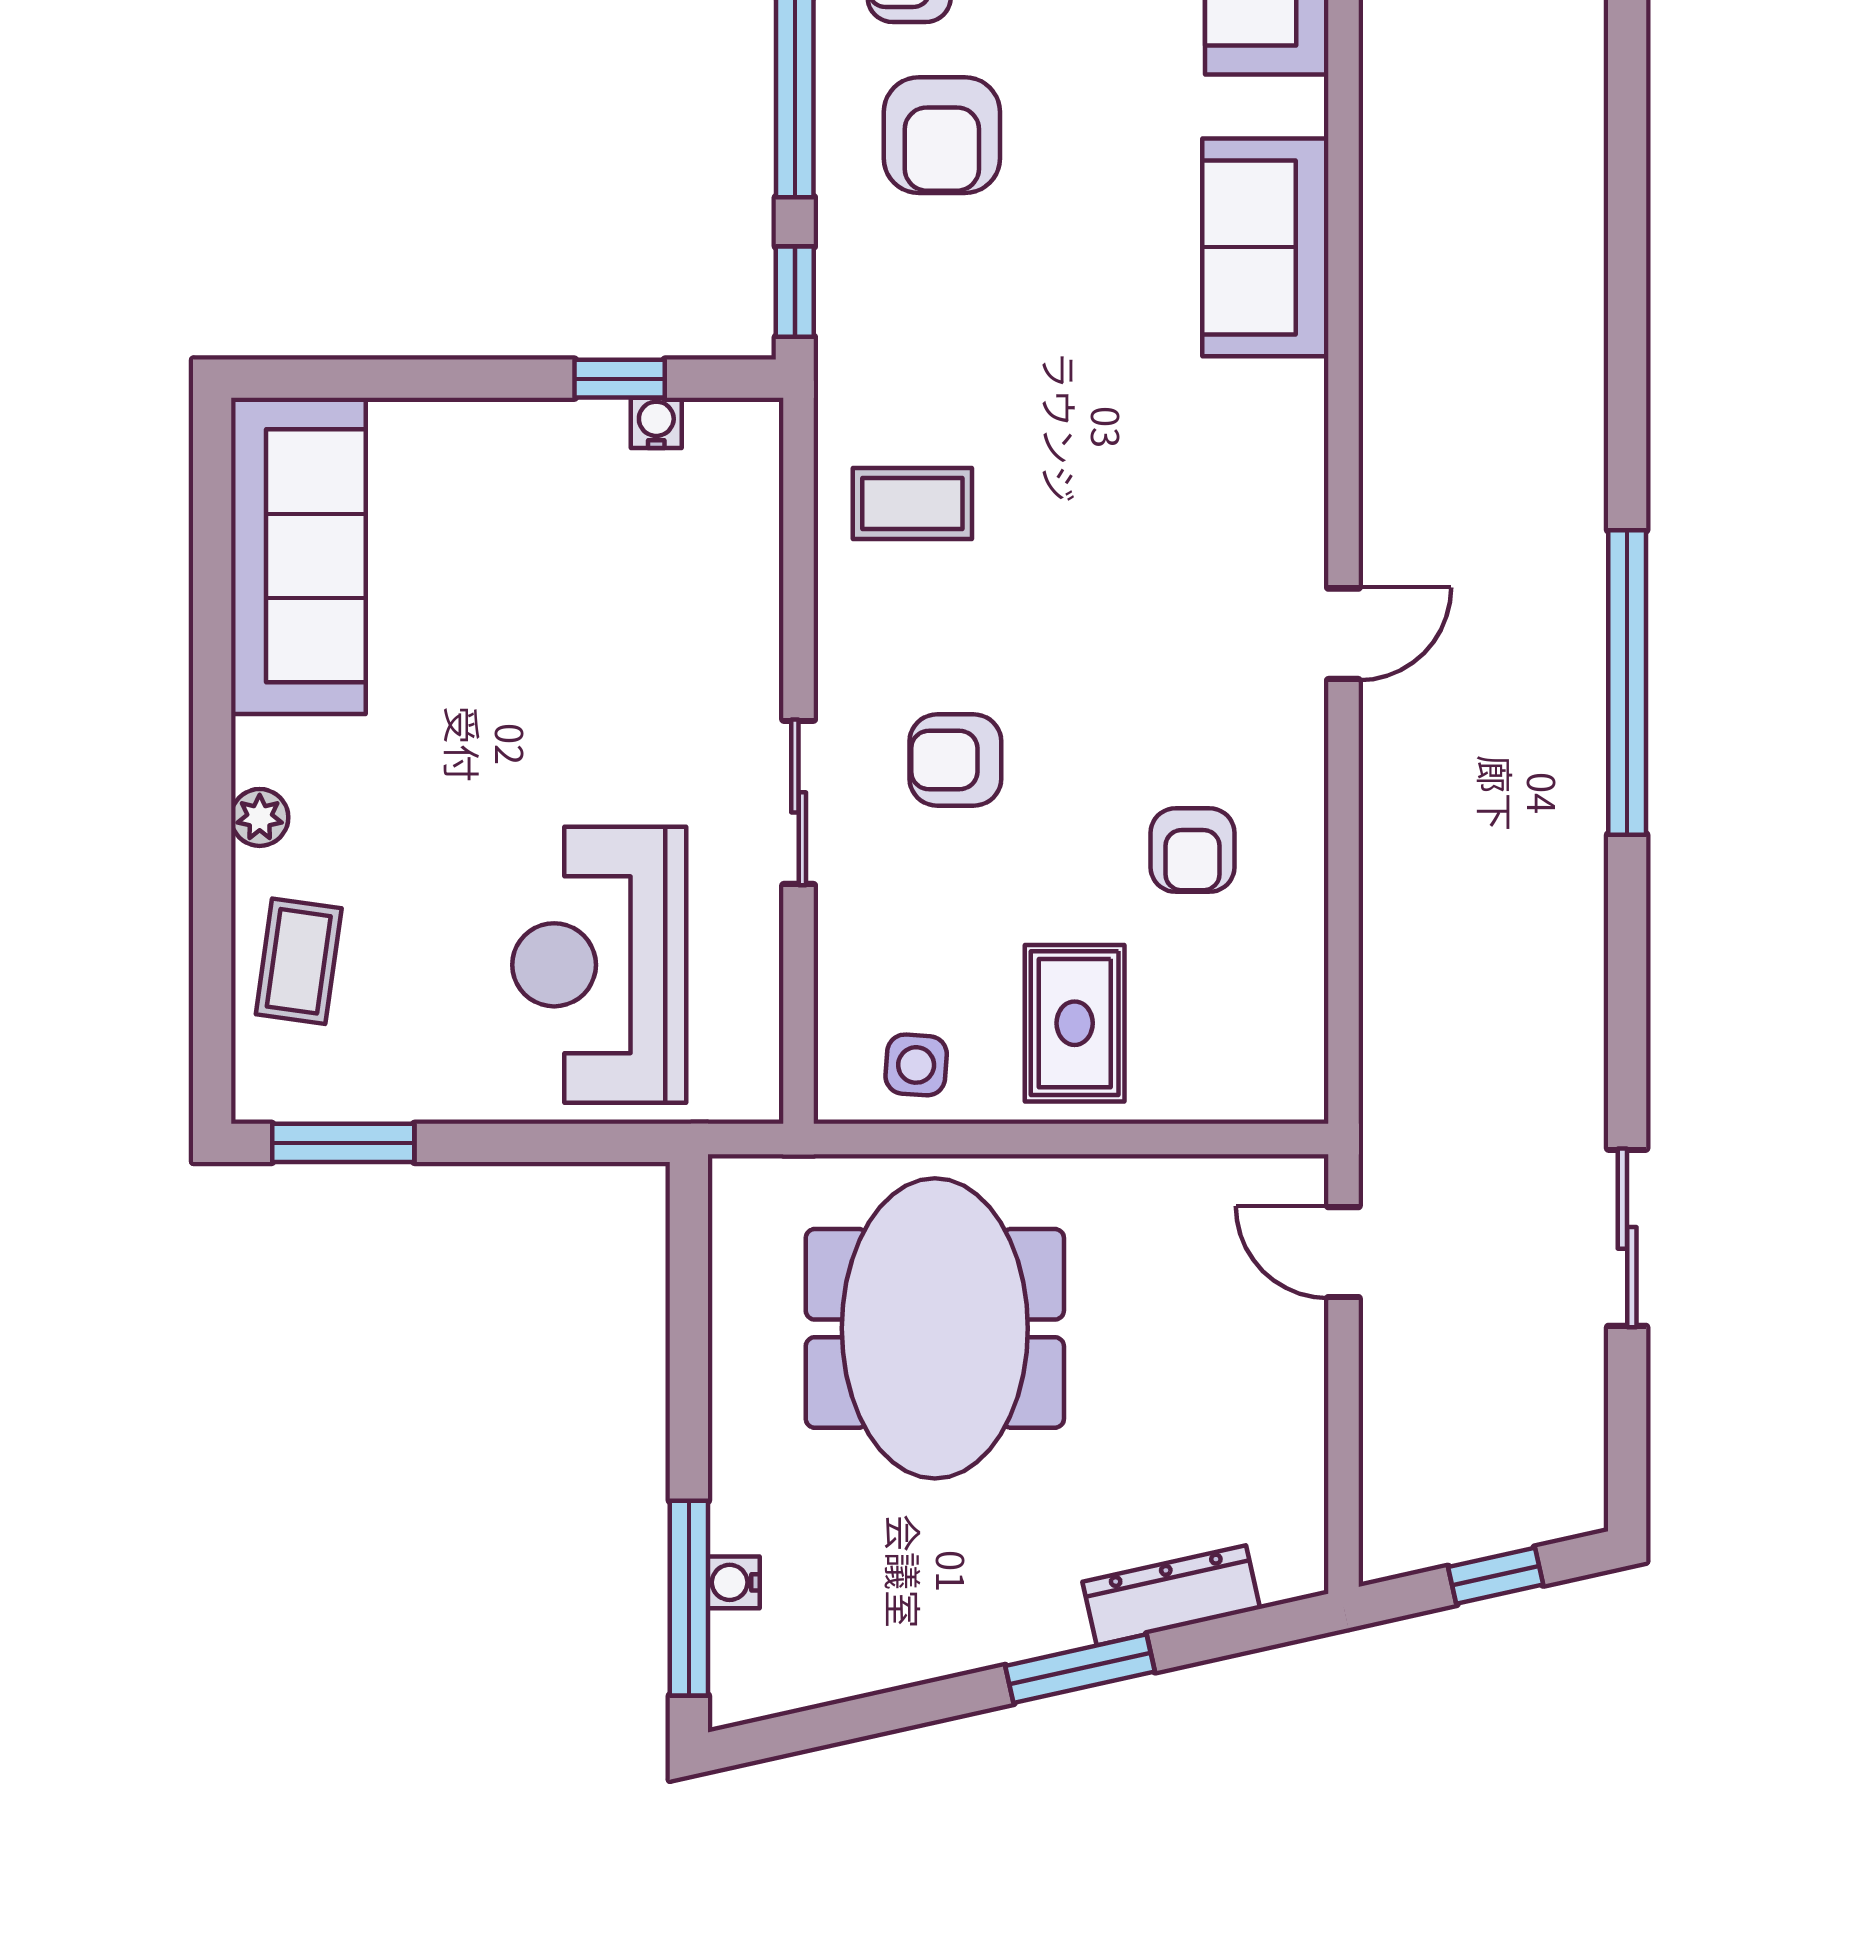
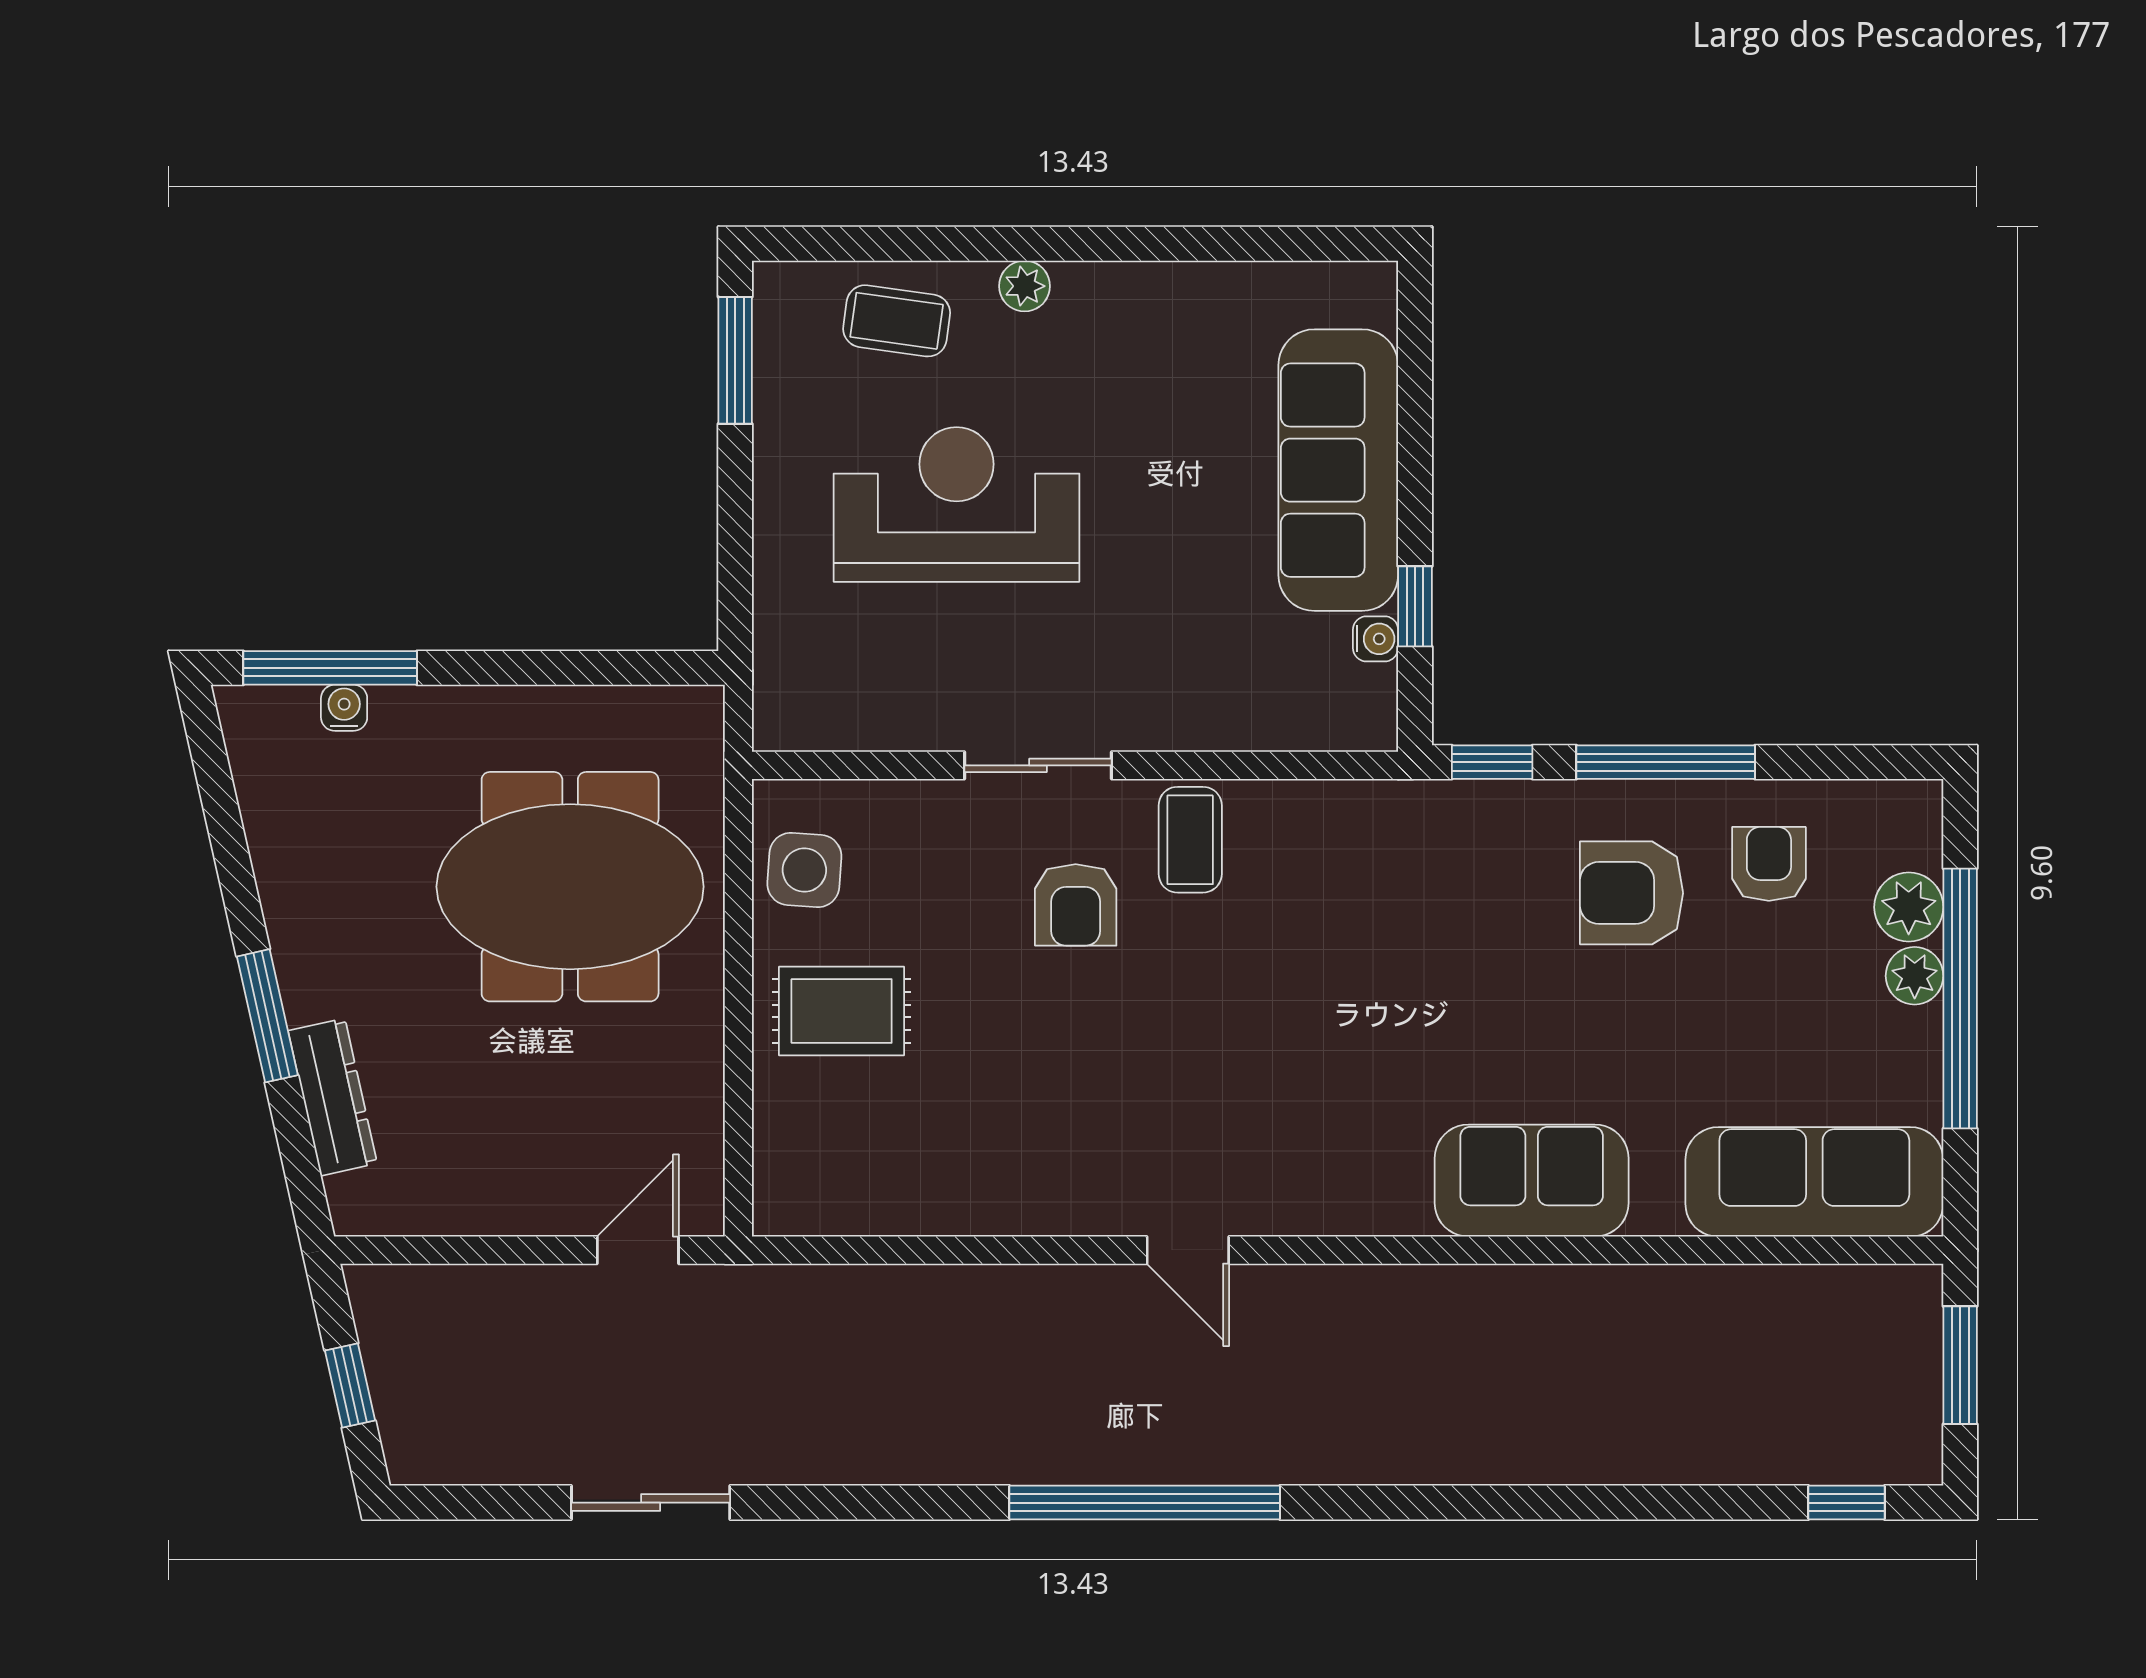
coffee table: (912, 504) -> (1190, 840), moved
sofa: (298, 556) -> (1338, 470), moved, turned 90
armchair: (955, 760) -> (1076, 905), turned 180
armchair: (1192, 850) -> (996, 1116), removed
reception desk: (599, 965) -> (957, 504), moved
side table: (916, 1065) -> (804, 870), width x1.37, depth x1.37

